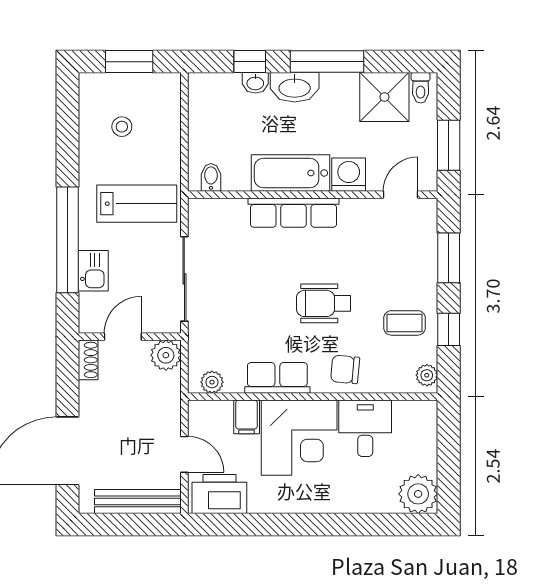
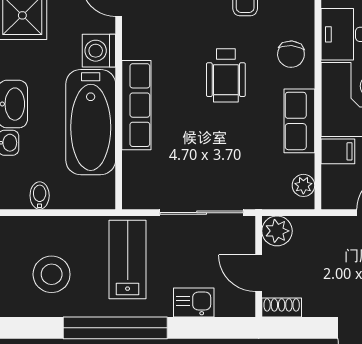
stool: (122, 127) -> (52, 274), width x1.89, depth x1.89
bathtub: (291, 173) -> (91, 122), width x1.36, depth x1.36
bidet: (211, 177) -> (40, 196), moved, turned 90
window: (68, 240) -> (115, 328), moved

